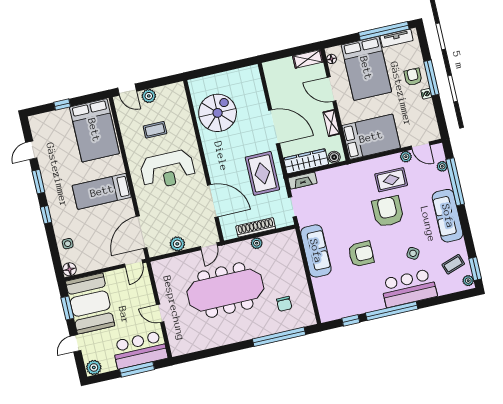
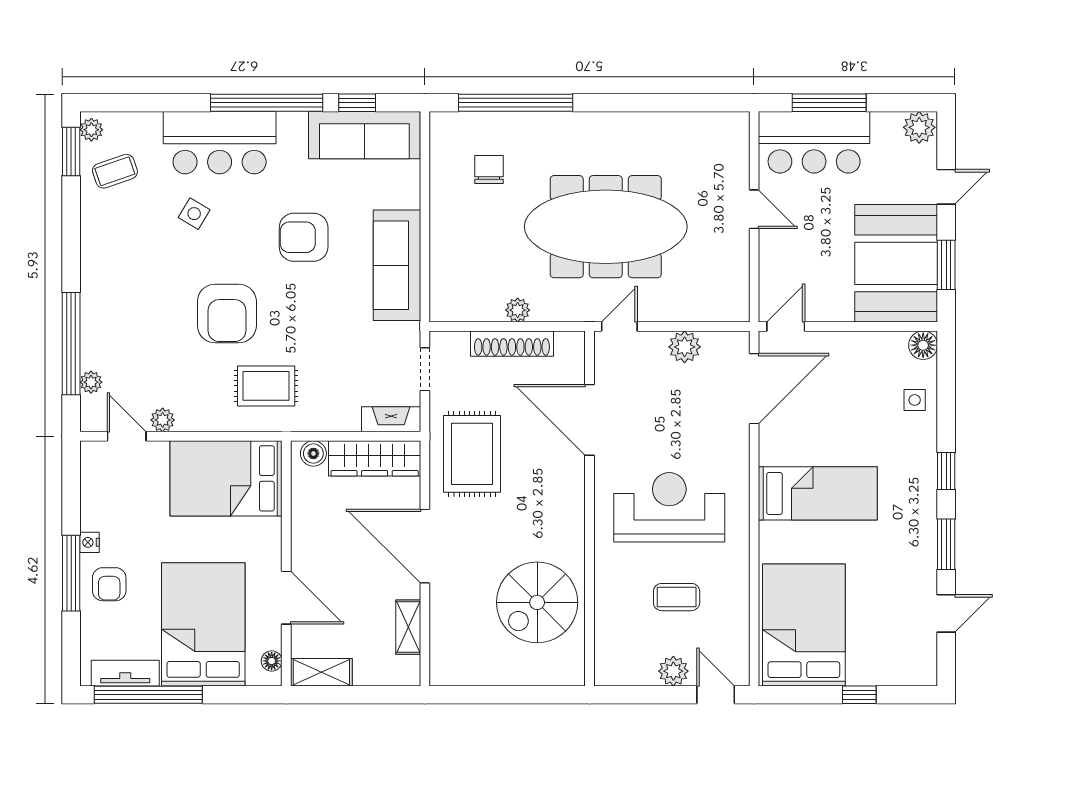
shelving: (331, 123) -> (408, 627), moved
rug: (391, 180) -> (266, 386), moved
sofa: (448, 216) -> (364, 135), moved, turned 90

